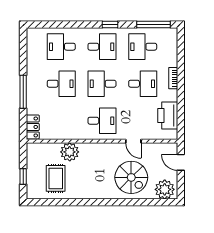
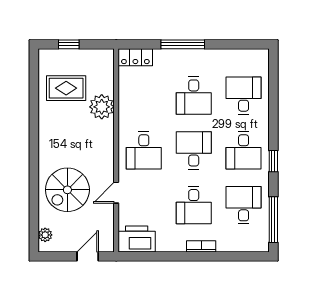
printer: (168, 115) -> (137, 239), moved
plant: (165, 189) -> (45, 235), width x0.53, depth x0.53

